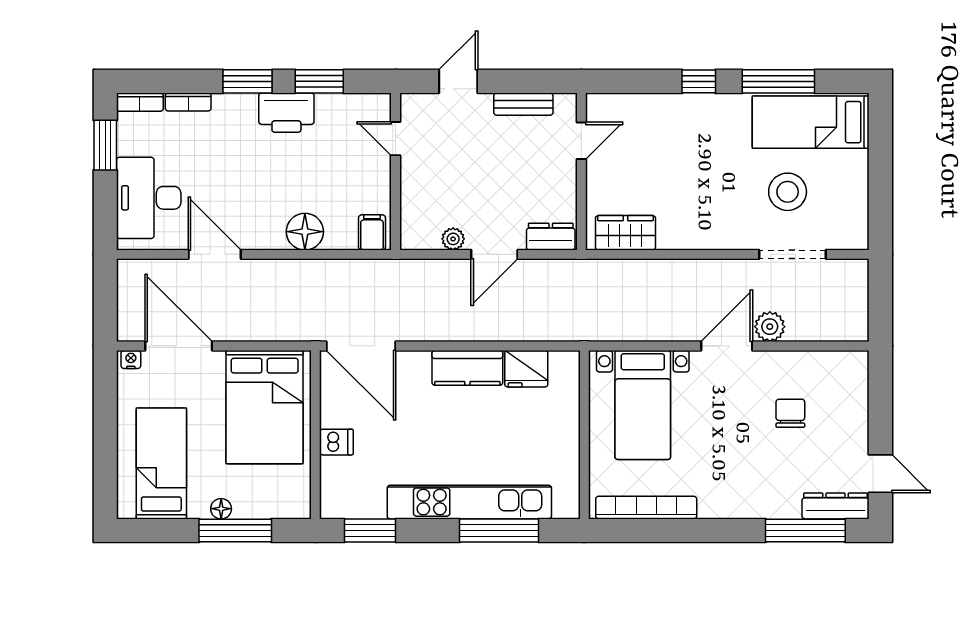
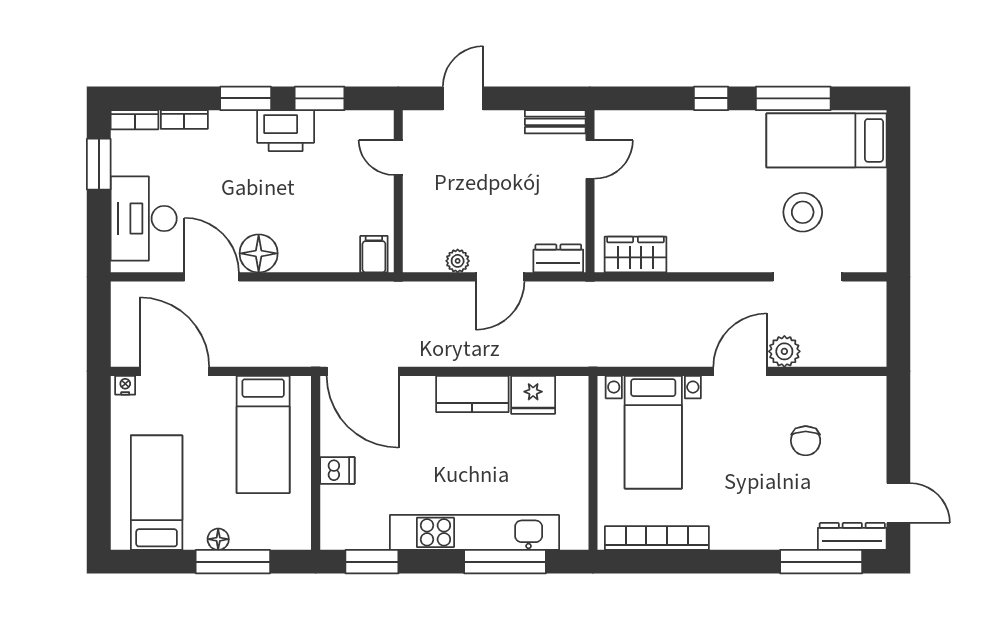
bench: (523, 104) -> (555, 122), moved
floor lamp: (305, 232) -> (259, 253), moved
bed: (265, 407) -> (263, 434), width x0.67
chair: (790, 413) -> (806, 441), turned 180

